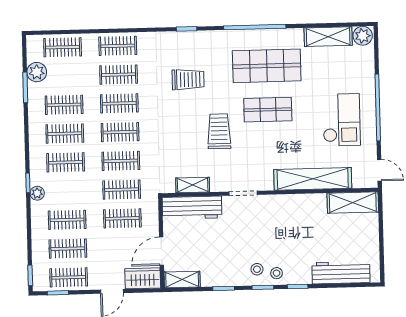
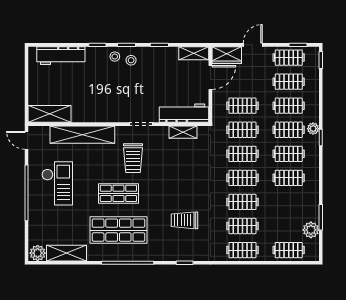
clothes rail: (64, 105) -> (289, 130), moved
checkout: (341, 120) -> (57, 183), turned 180
trolley: (219, 131) -> (133, 158), moved

